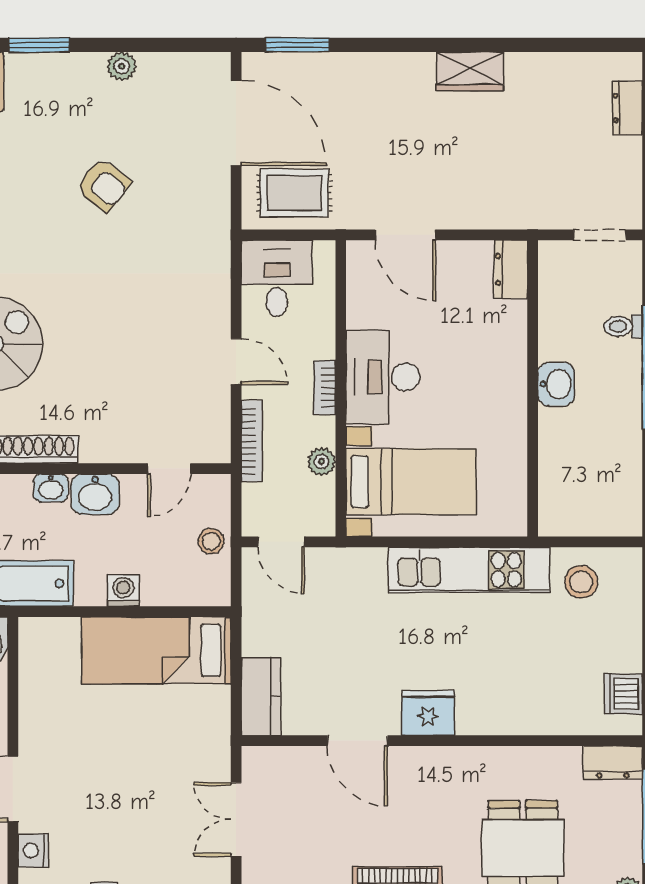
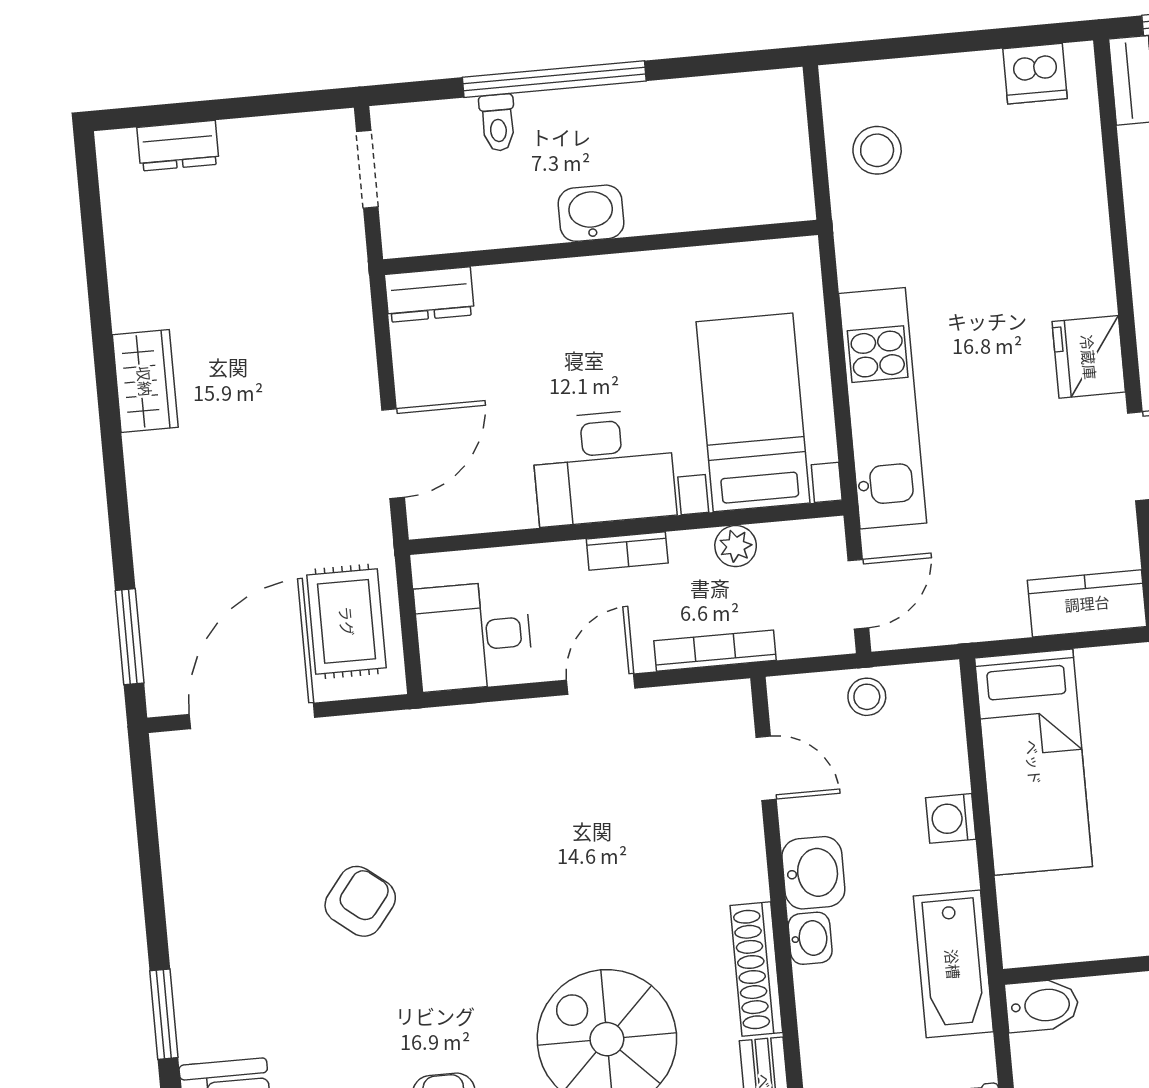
plant: (122, 66) -> (184, 891), removed
kitchen unit: (469, 570) -> (883, 408), moved

